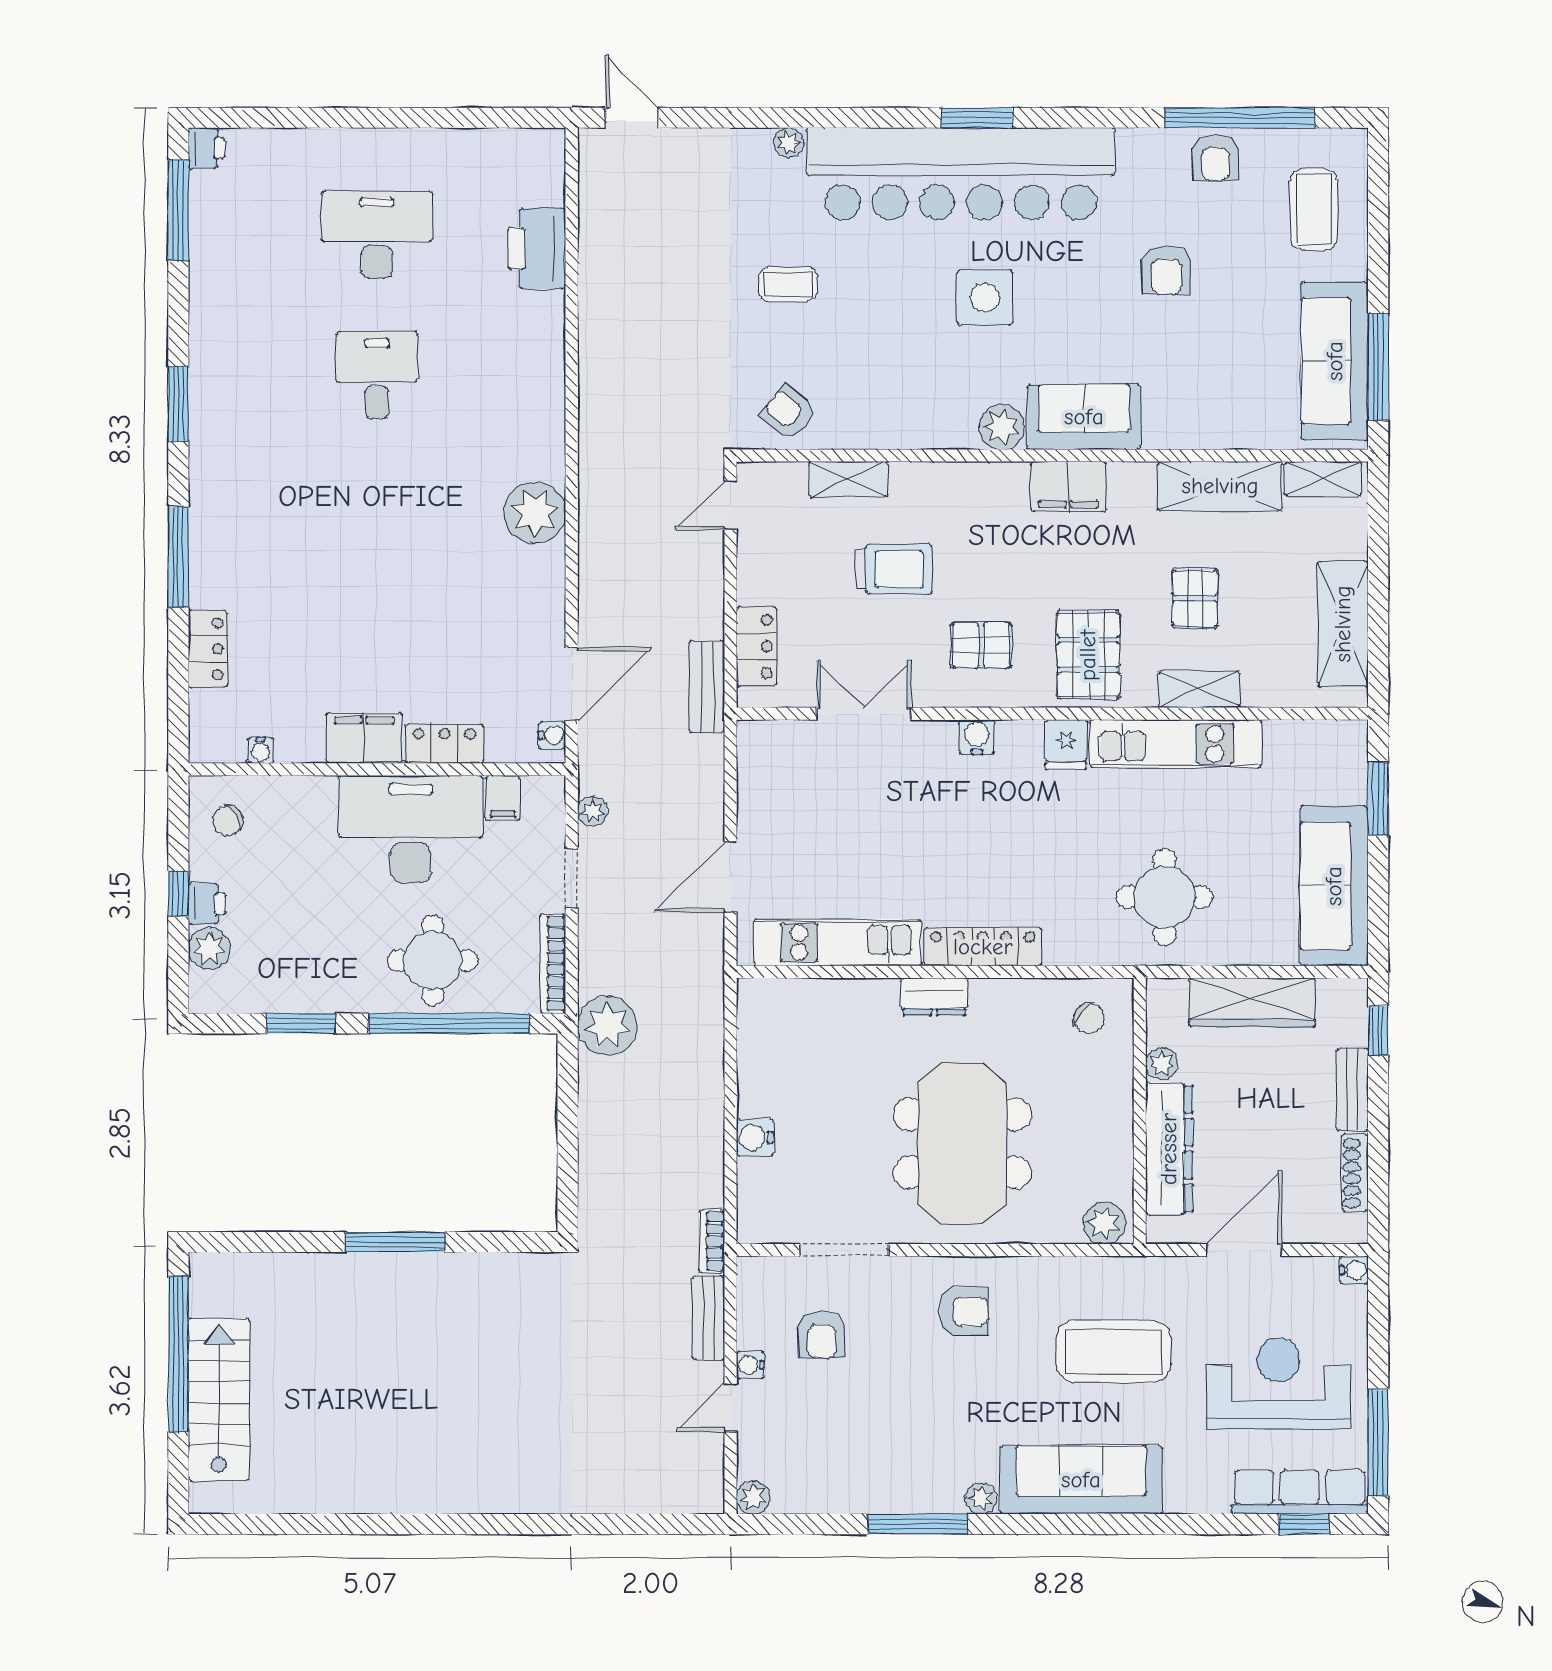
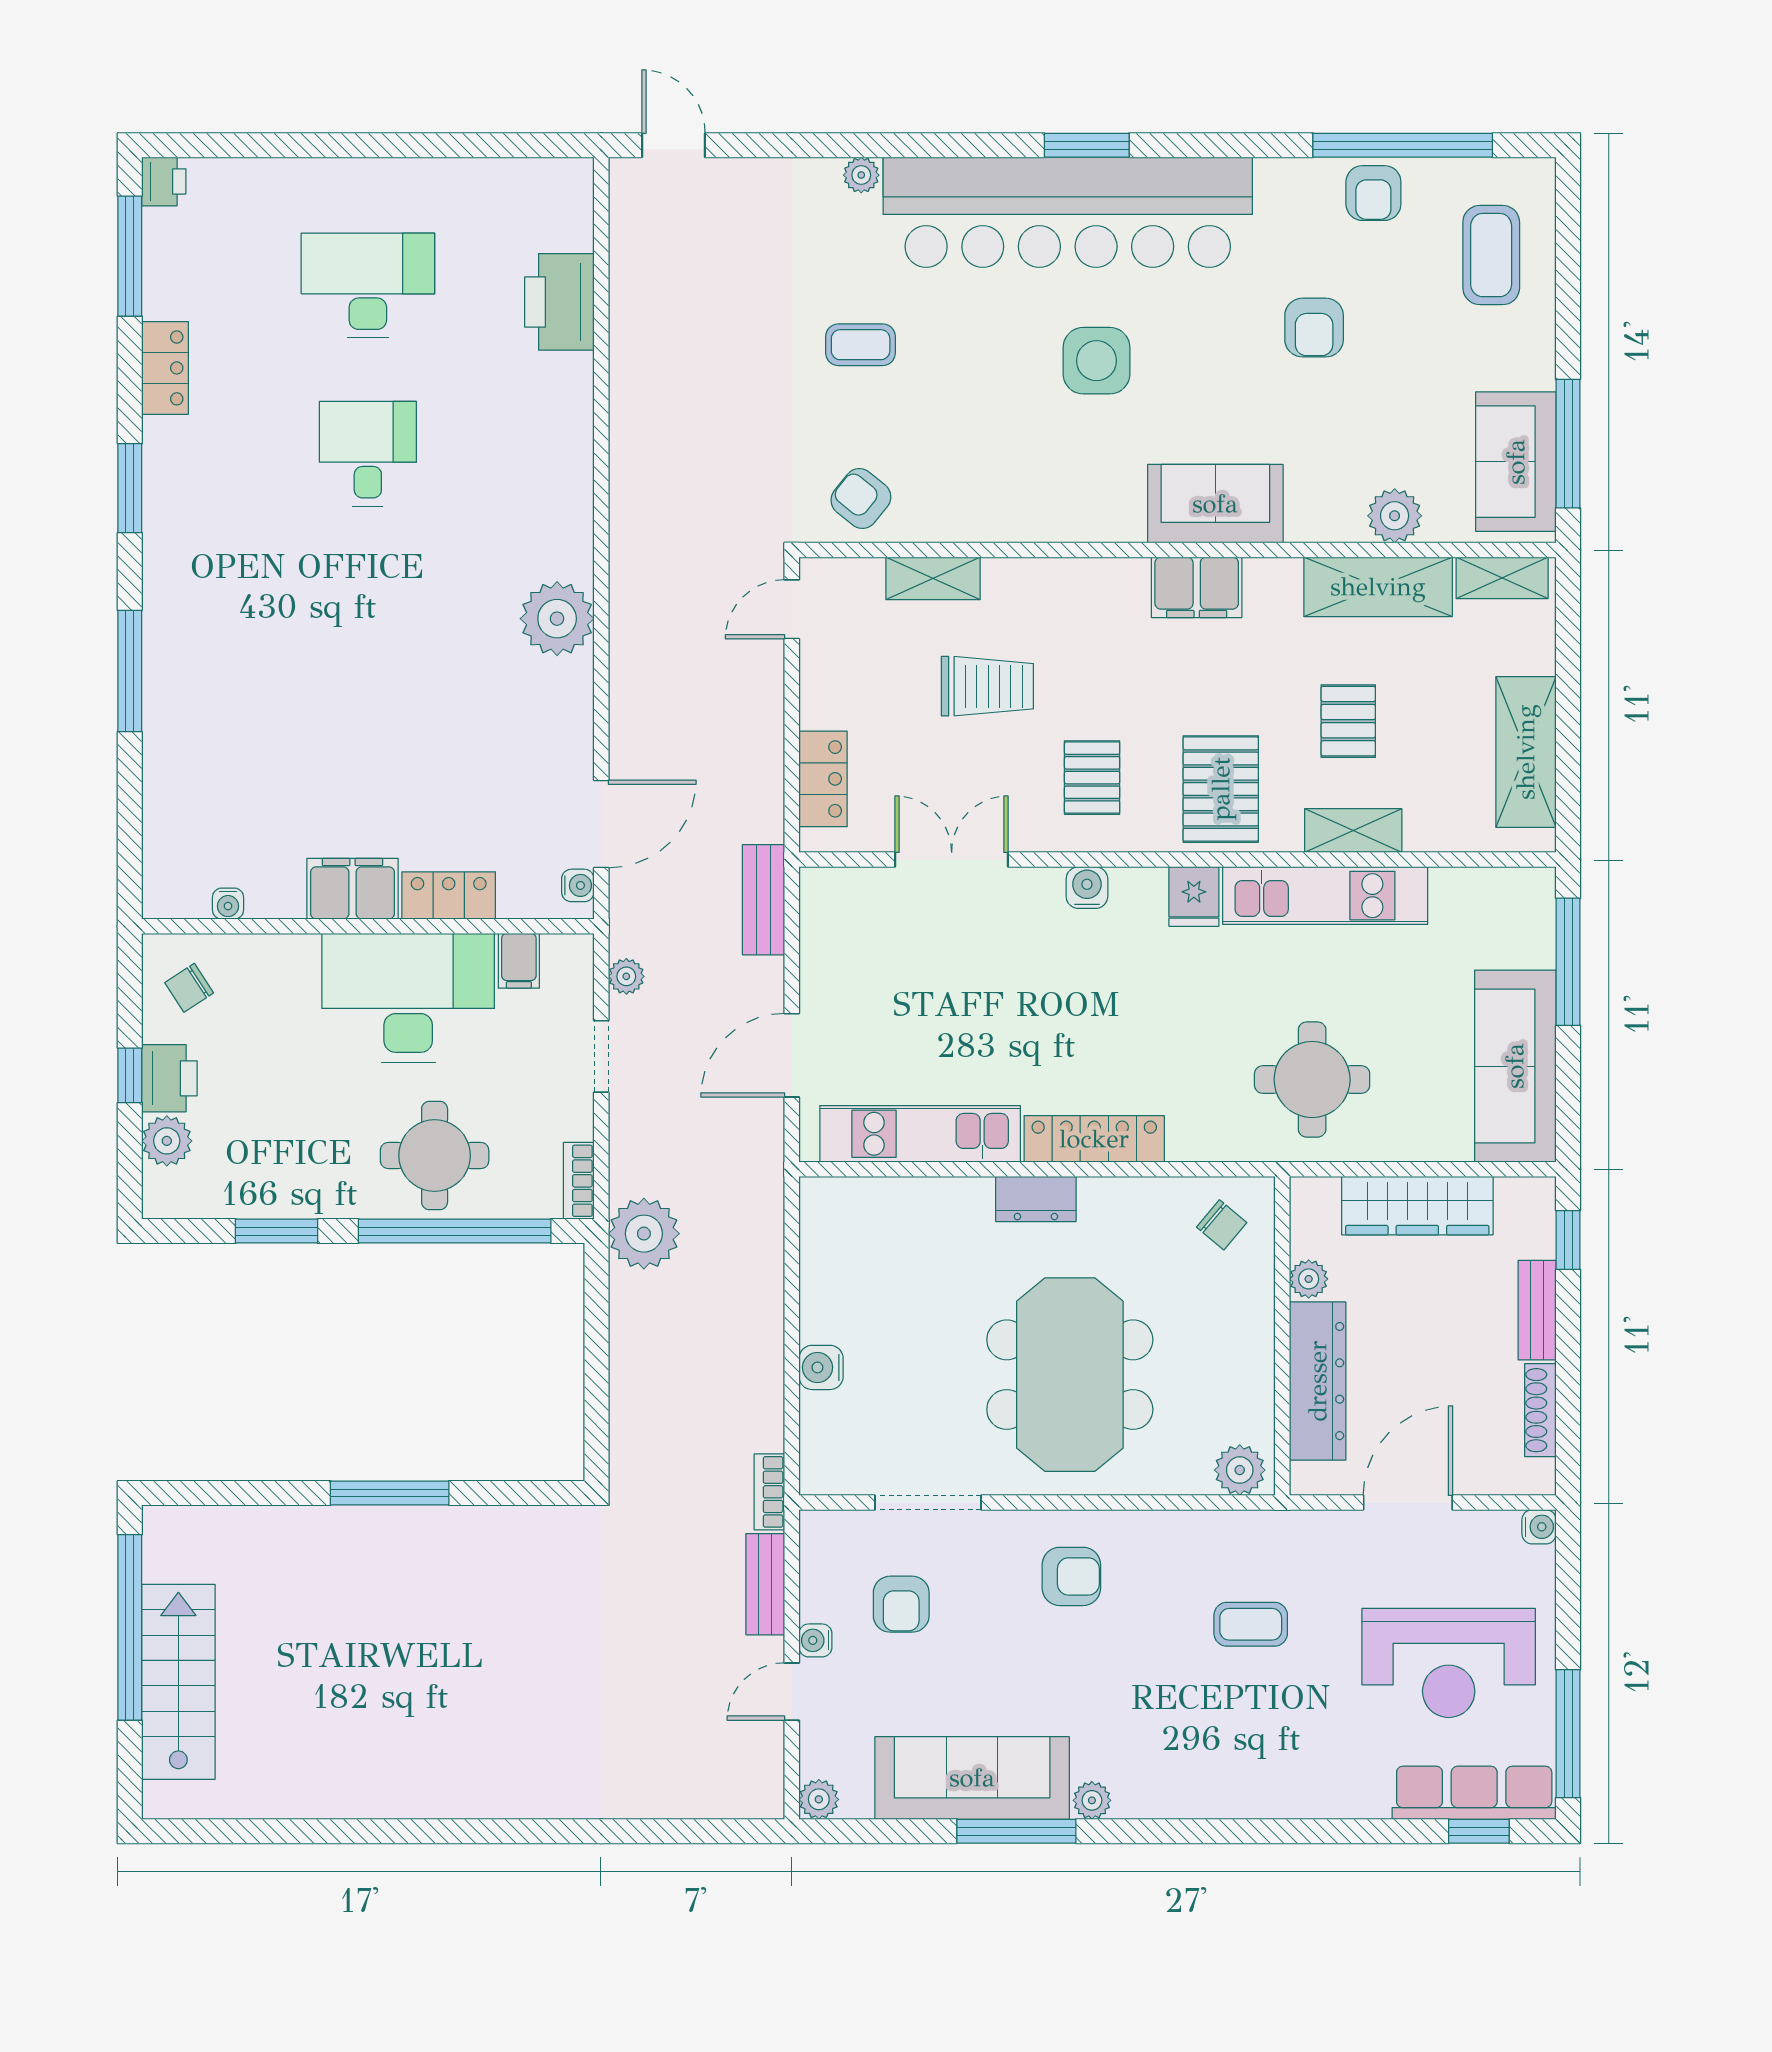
sofa: (1335, 361) -> (1516, 462), width x0.73
plant: (1002, 427) -> (1395, 516), moved
pallet: (981, 645) -> (1092, 778), turned 90
locker: (208, 649) -> (165, 368), moved
bench: (707, 687) -> (764, 900), moved
window: (1378, 799) -> (1568, 962), width x1.44
printer: (207, 904) -> (169, 1078), width x1.36, depth x1.24
bookcase: (553, 964) -> (579, 1181), width x0.64
coffee table: (1113, 1352) -> (1251, 1624), width x0.54, depth x0.58
reception desk: (1278, 1384) -> (1449, 1663), turned 180
sofa: (1081, 1480) -> (972, 1778), moved

